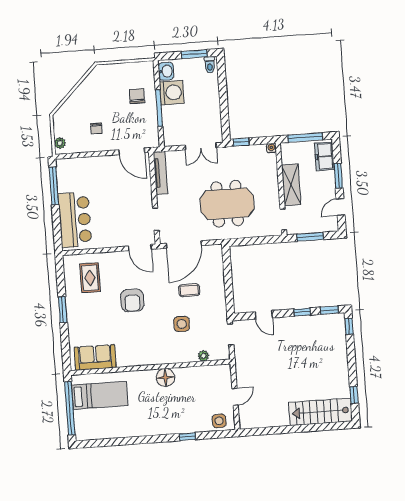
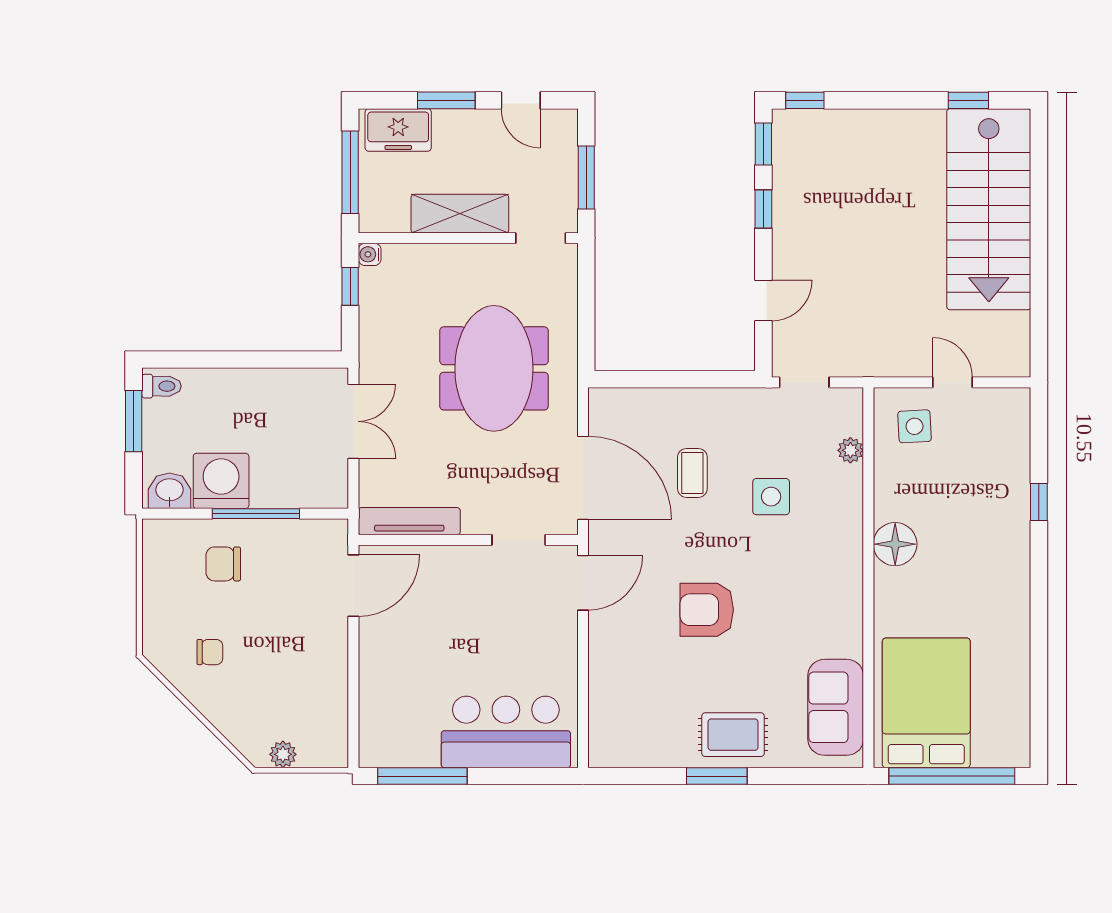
chair: (96, 128) -> (210, 652), moved
window: (241, 142) -> (350, 286), moved
plant: (60, 143) -> (283, 754), moved
rug: (90, 278) -> (733, 735), moved
armchair: (132, 300) -> (707, 610), turned 180
bed: (100, 395) -> (926, 703), width x1.50
stairs: (321, 412) -> (989, 209), width x1.36, depth x1.51
side table: (219, 421) -> (915, 426), moved

